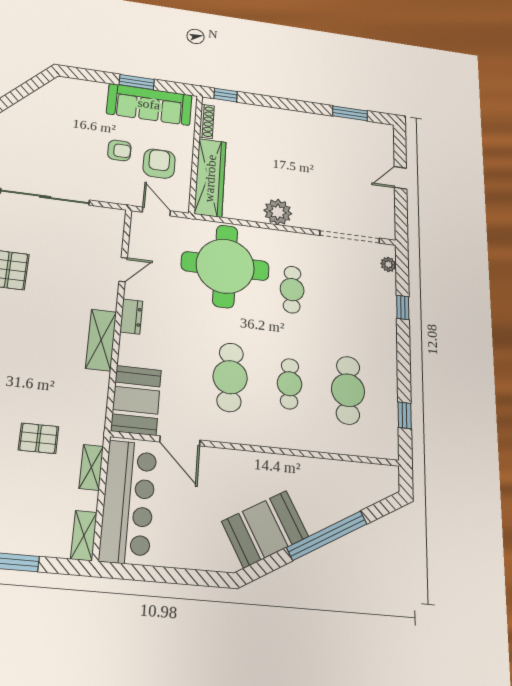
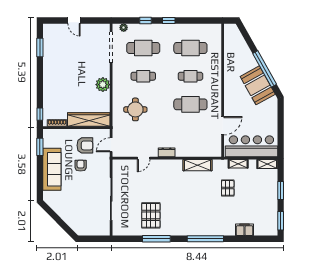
window: (137, 82) -> (40, 147), moved
sofa: (149, 104) -> (52, 169), moved
armchair: (159, 164) -> (85, 145), turned 180
round table: (225, 266) -> (135, 109), width x0.54, depth x0.54
door: (123, 270) -> (144, 158), swing flipped
cafe table: (348, 296) -> (143, 48), added
shelving: (101, 340) -> (197, 165), moved
booth: (136, 400) -> (206, 147), removed
window: (405, 415) -> (169, 20), moved
window: (327, 536) -> (265, 69), moved

